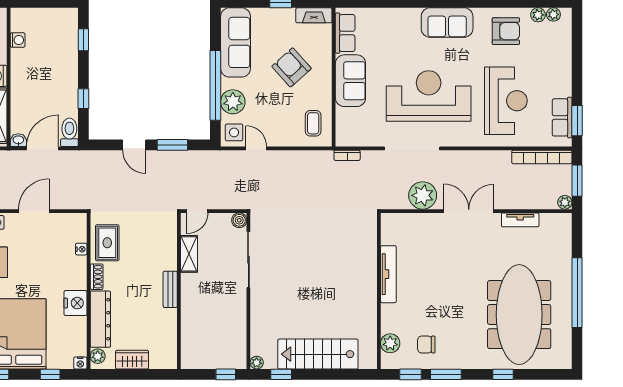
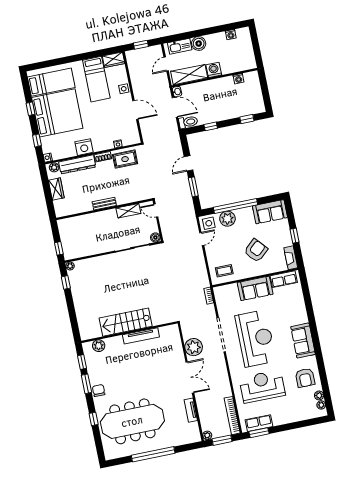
sofa: (235, 42) -> (270, 212), width x0.73
reception desk: (506, 101) -> (262, 386), turned 180
chair: (426, 345) -> (99, 390), moved
stairs: (318, 354) -> (126, 322), moved, turned -90

